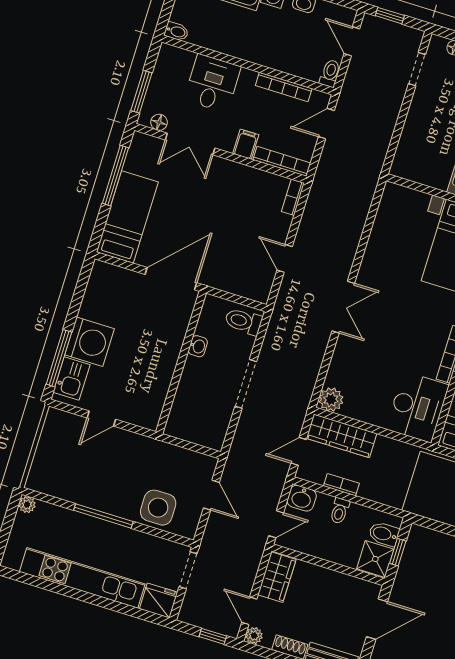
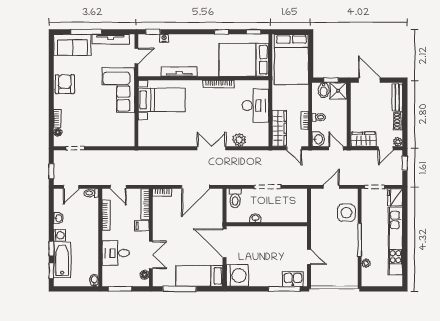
window: (141, 92) -> (120, 289), moved
door: (285, 258) -> (195, 187), width x1.88
washing machine: (89, 342) -> (237, 276), moved, turned 90
plant: (331, 400) -> (239, 140), moved
desk: (417, 407) -> (255, 106), moved, turned 90
plant: (27, 505) -> (366, 263), moved

